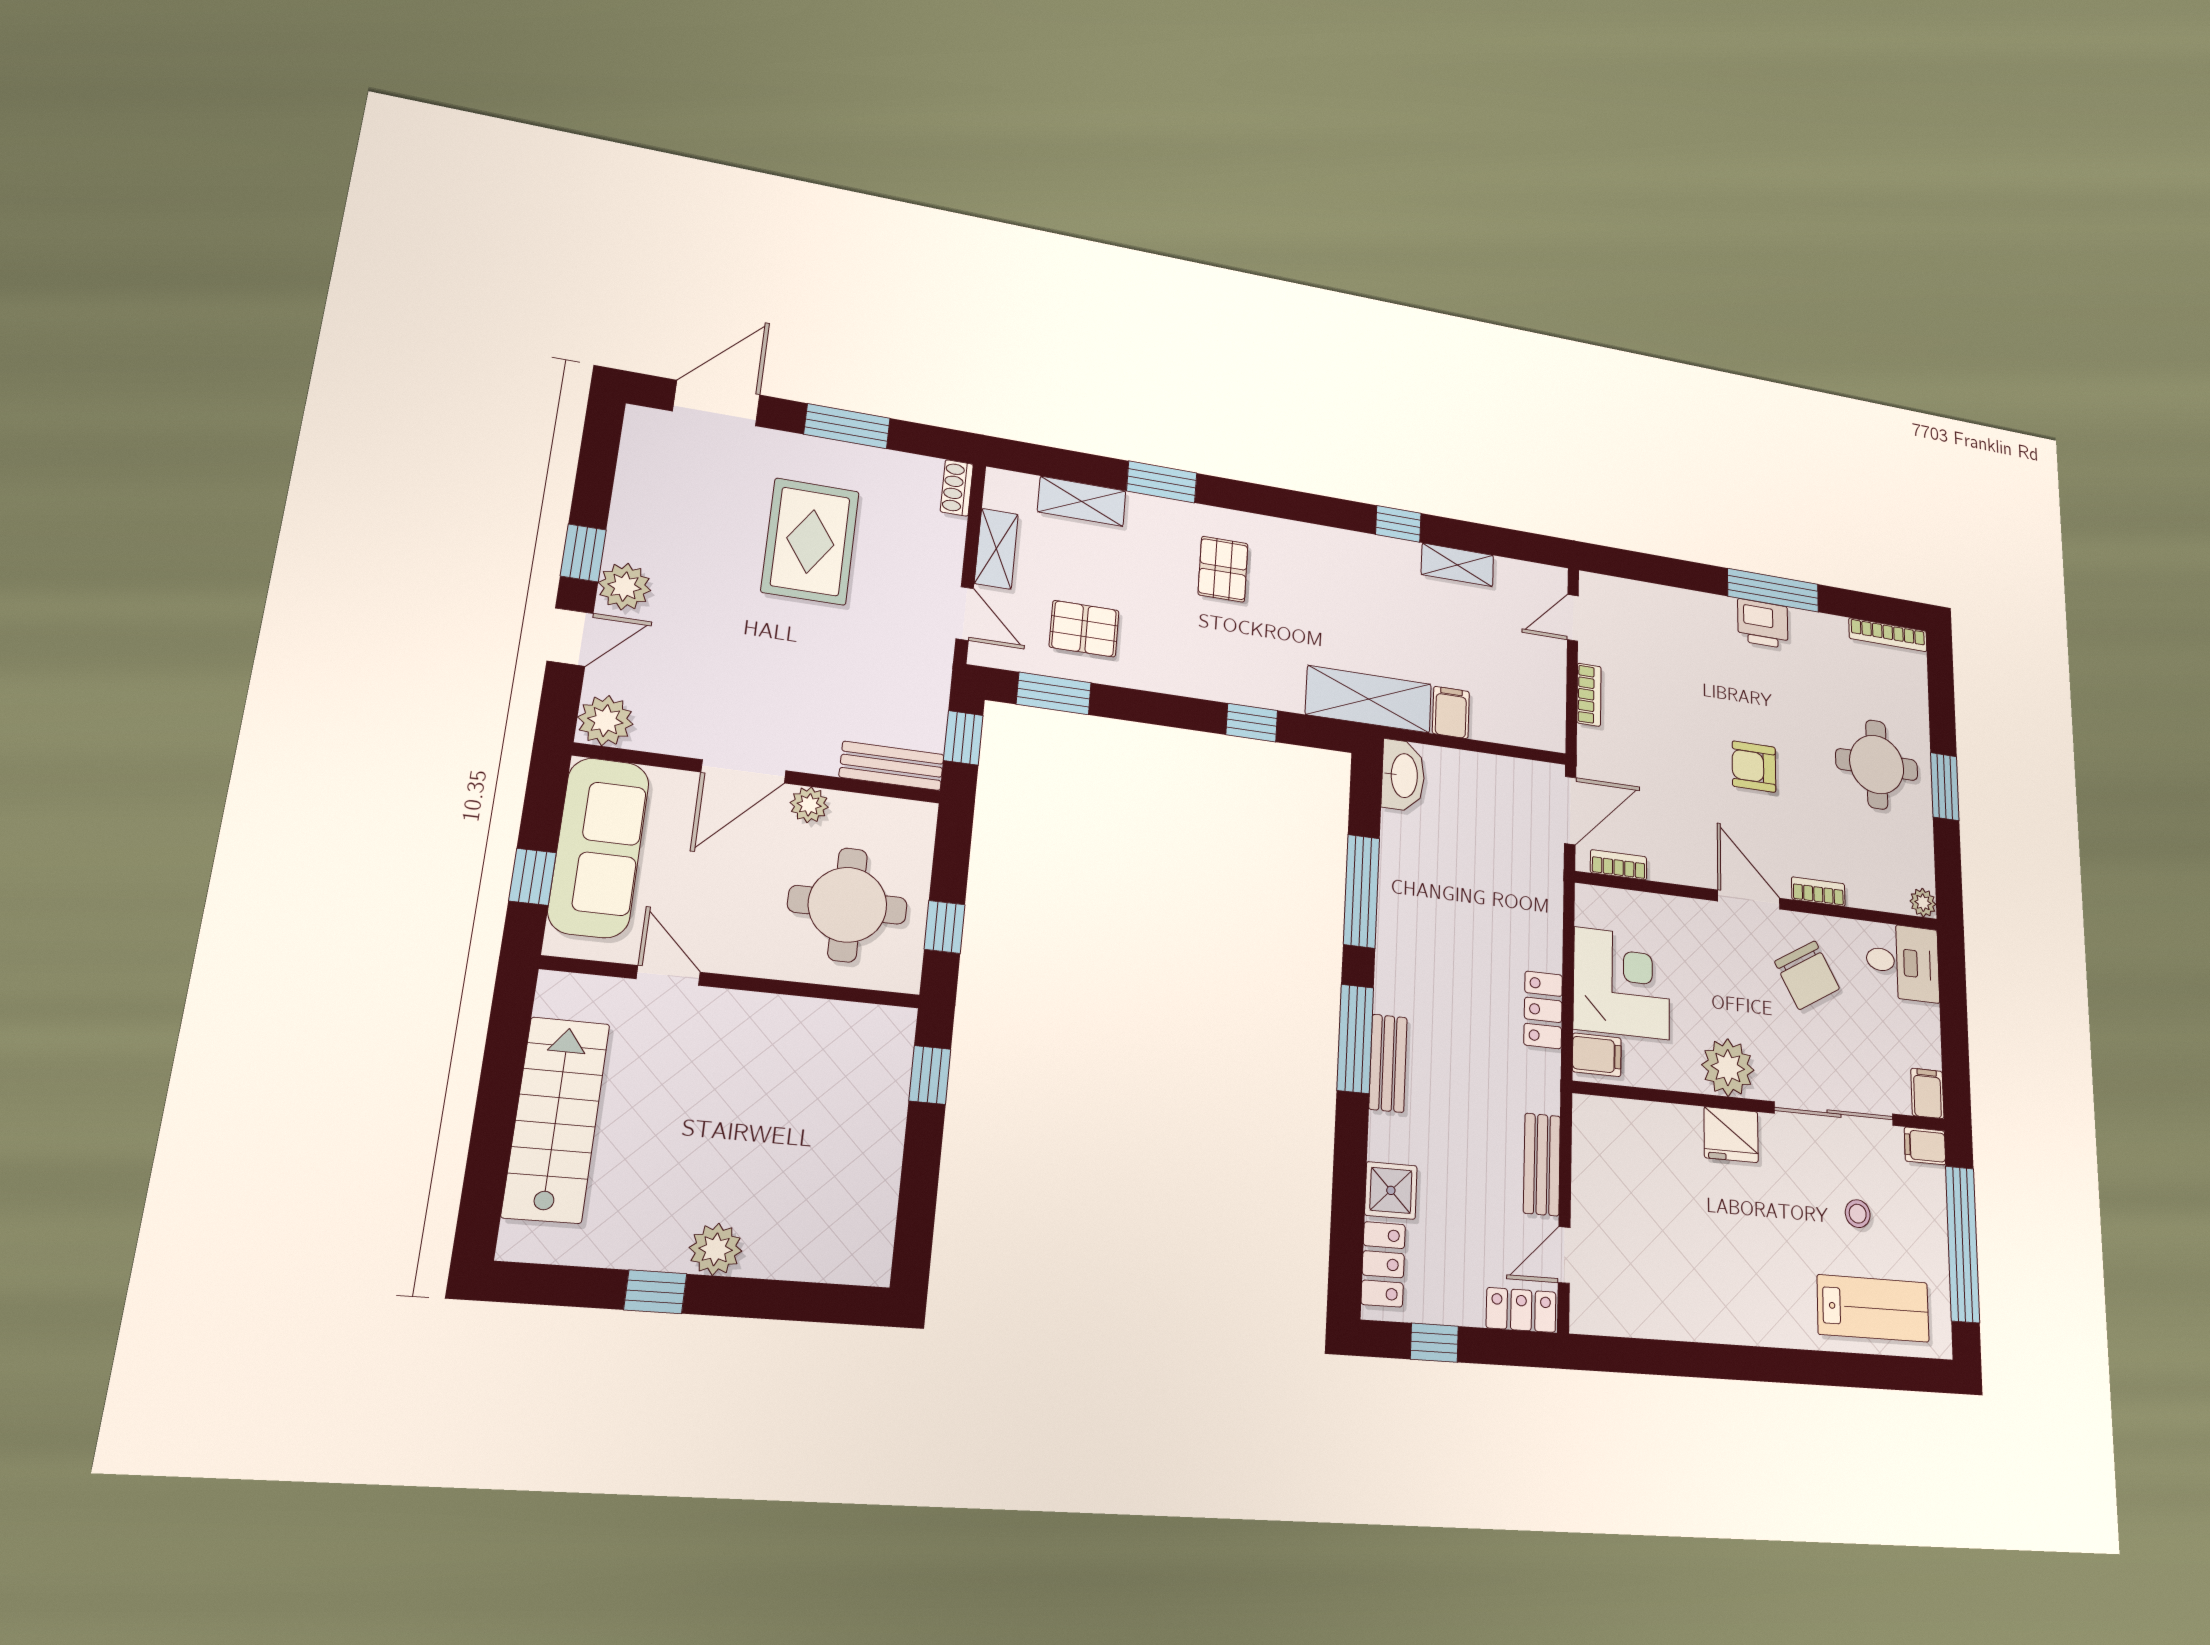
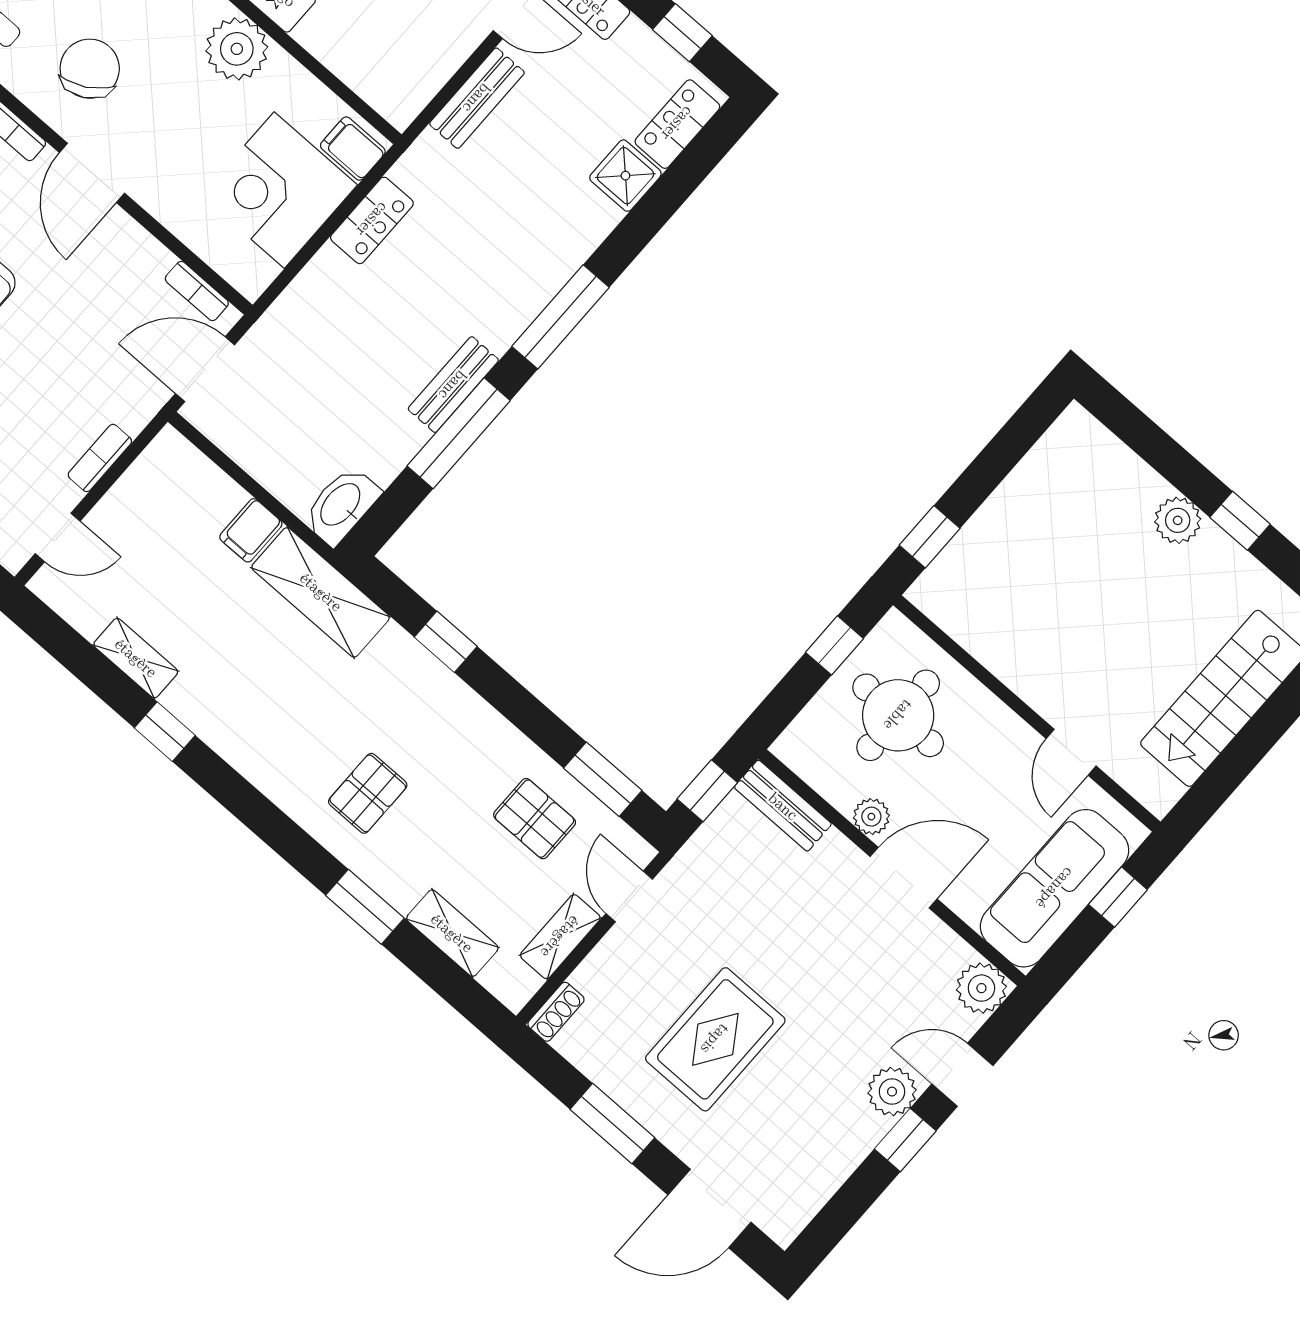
bench: (1388, 1063) -> (453, 385), moved

